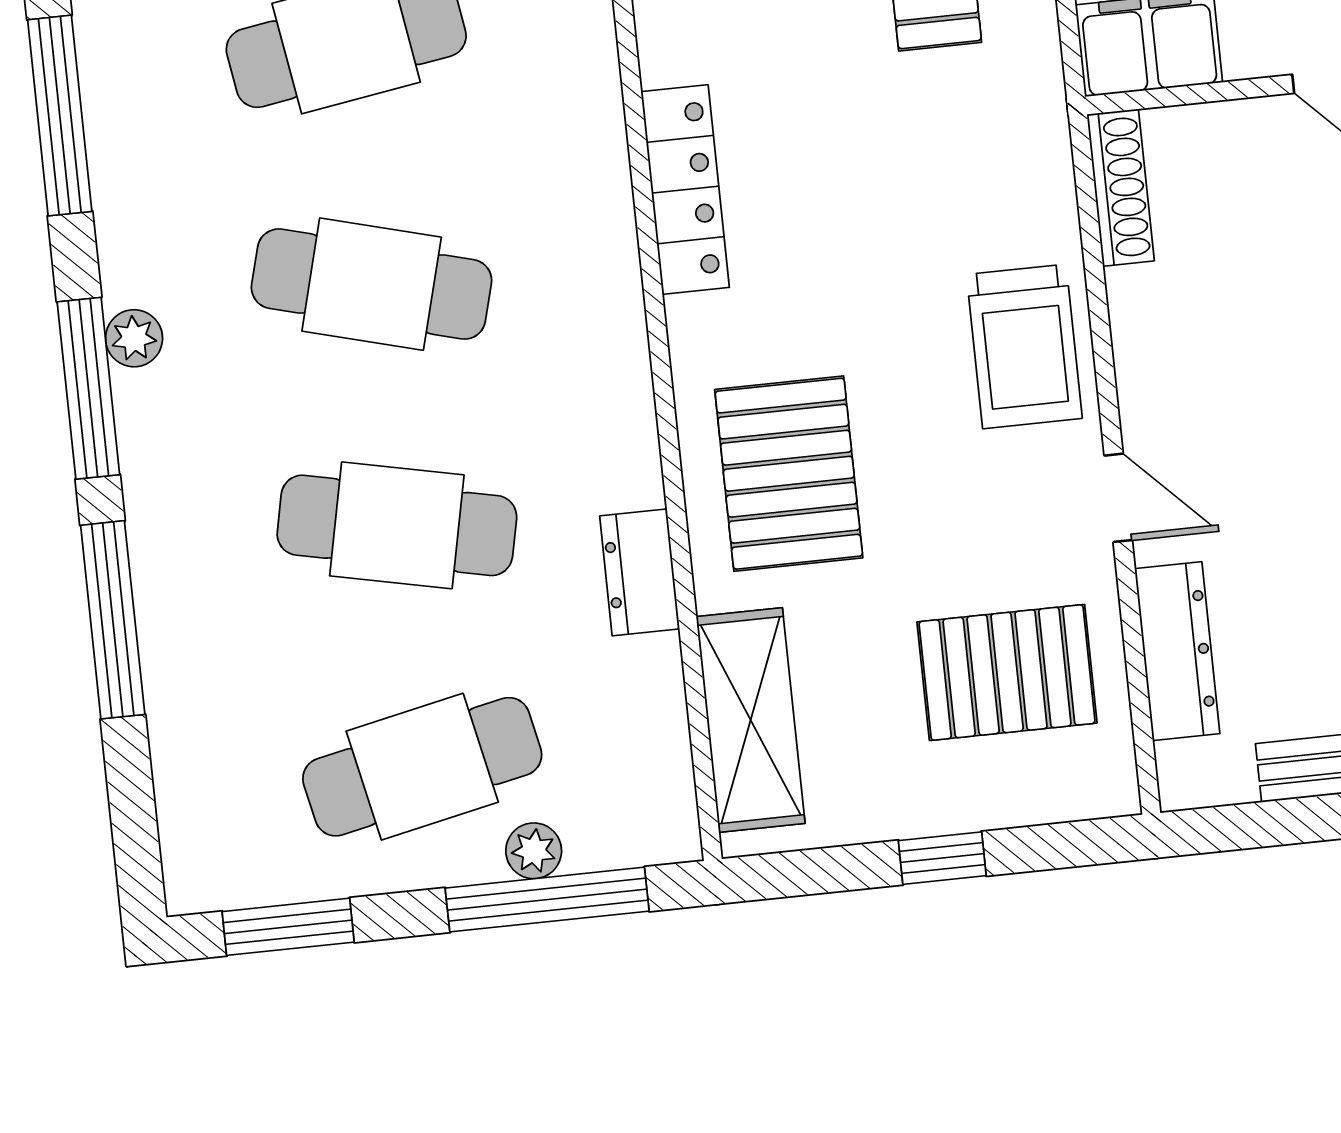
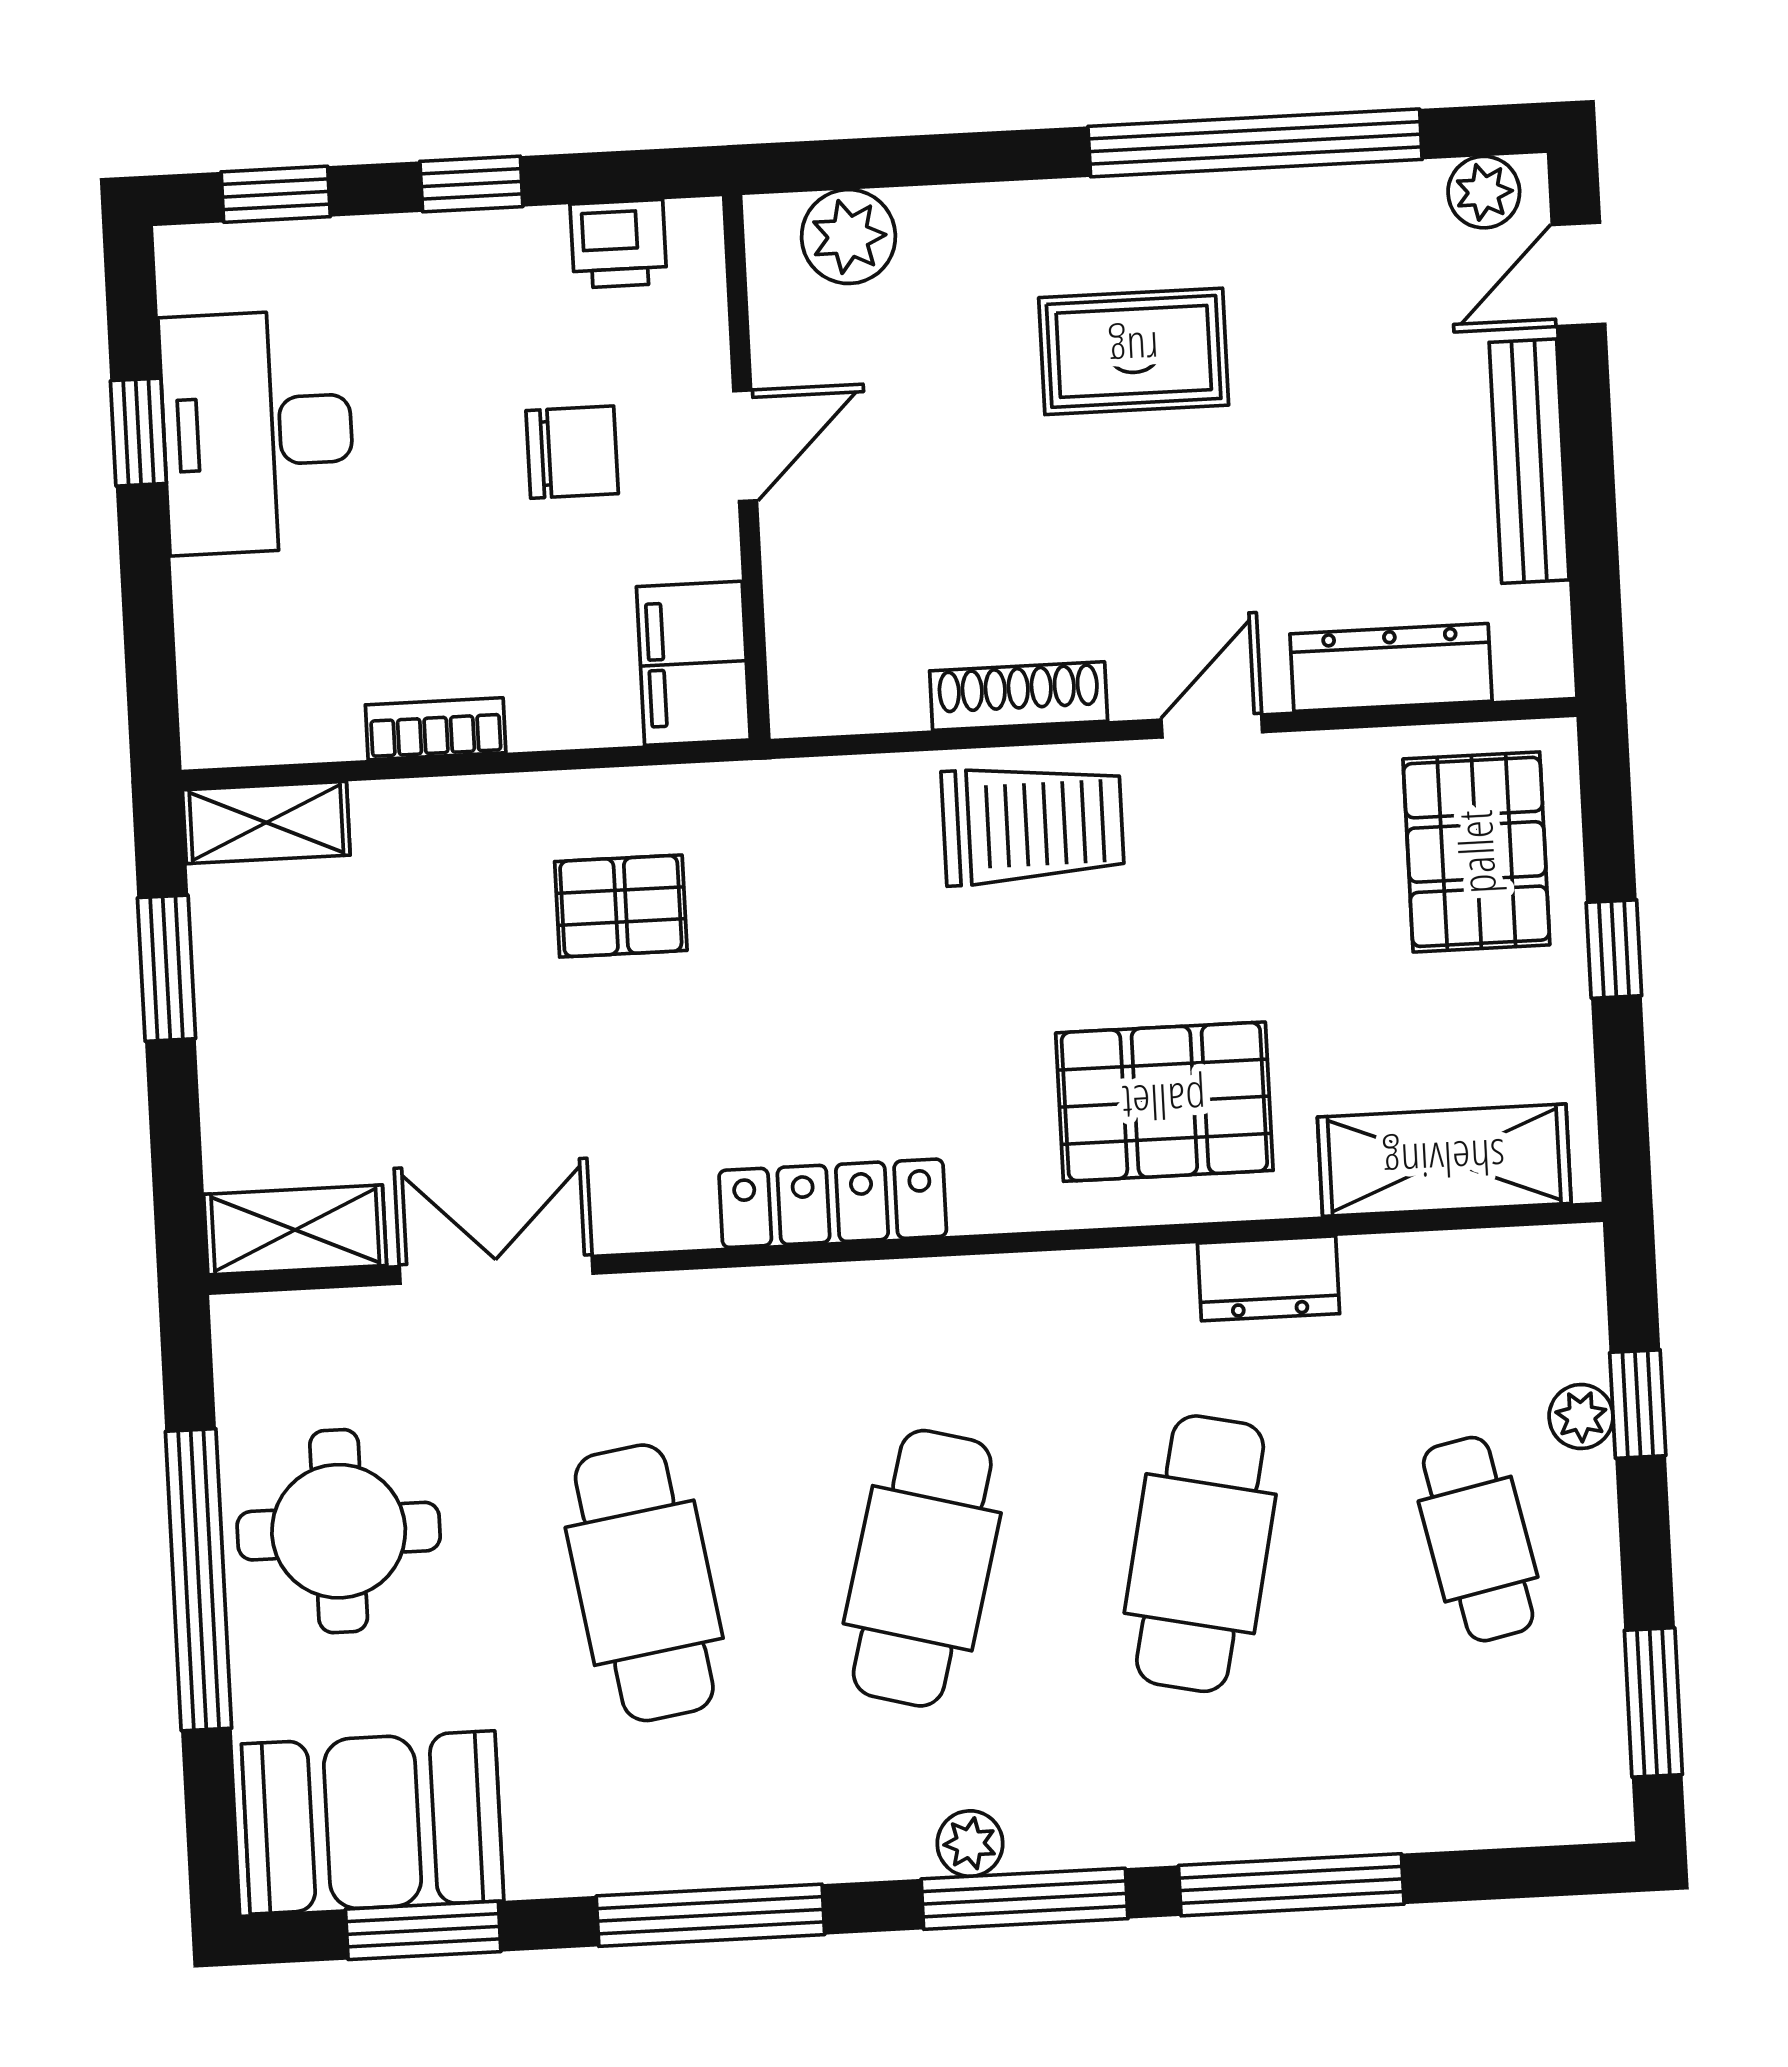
shoe rack: (1121, 188) -> (1019, 696), moved
pallet: (1007, 672) -> (1476, 852), moved
cafe table: (422, 767) -> (1478, 1539), width x0.73, depth x0.74
window: (547, 900) -> (1638, 1404), width x0.46

